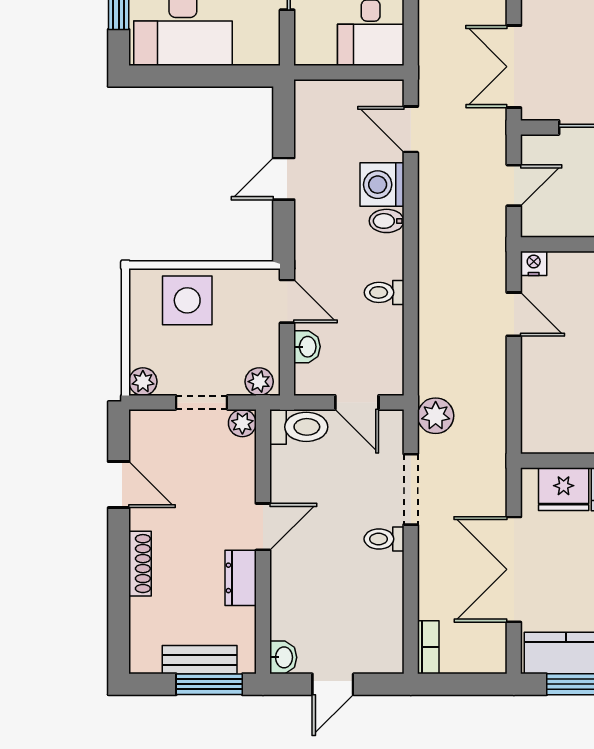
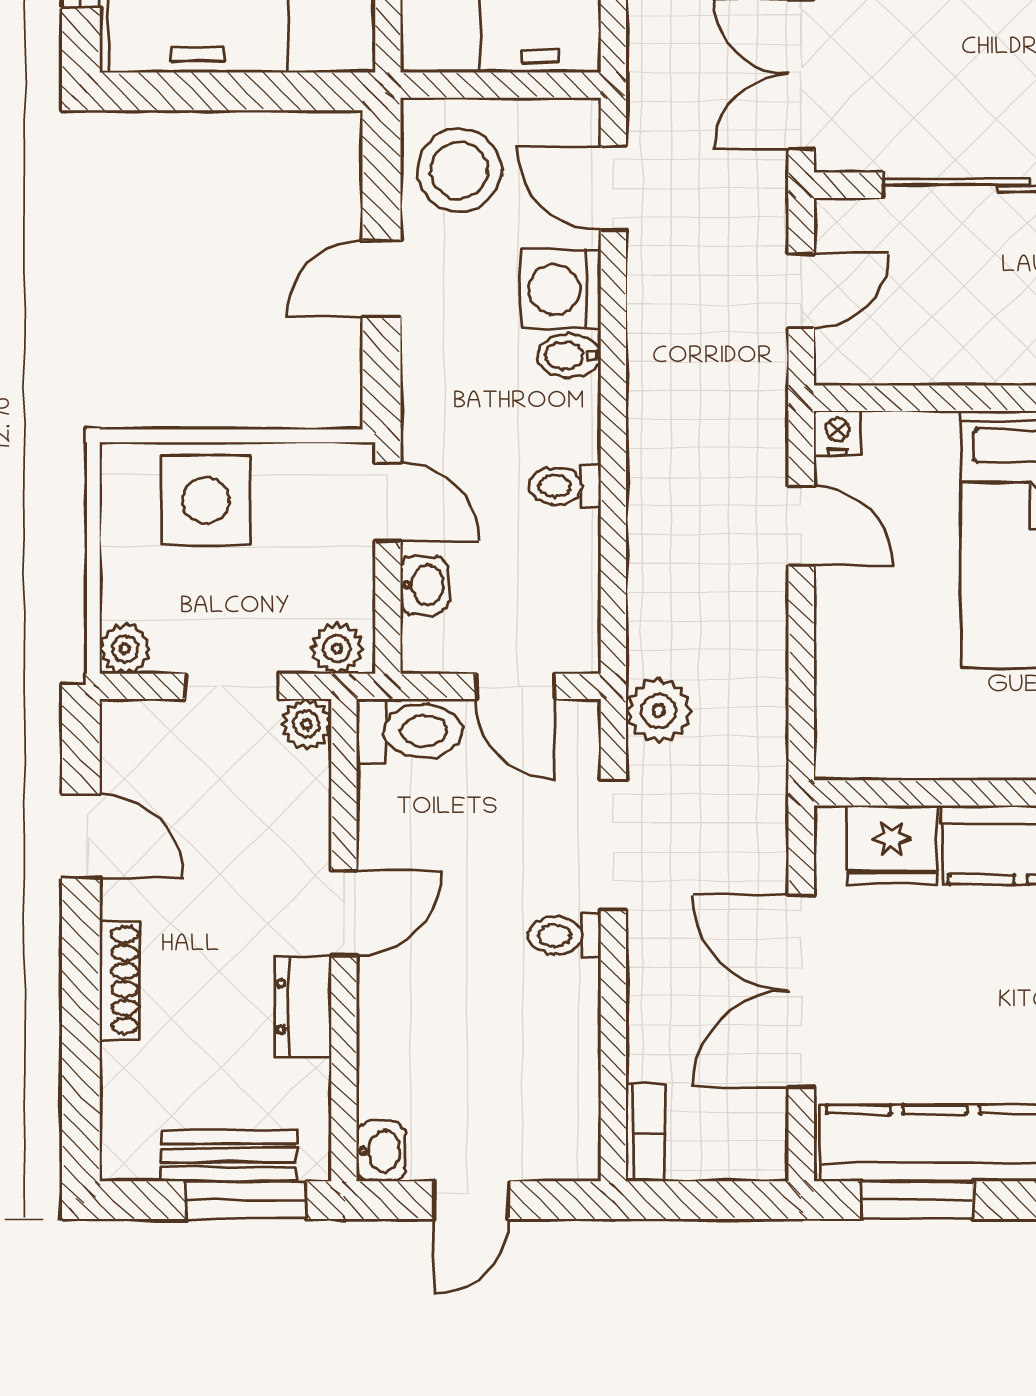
stool: (326, 119) -> (459, 170), added

